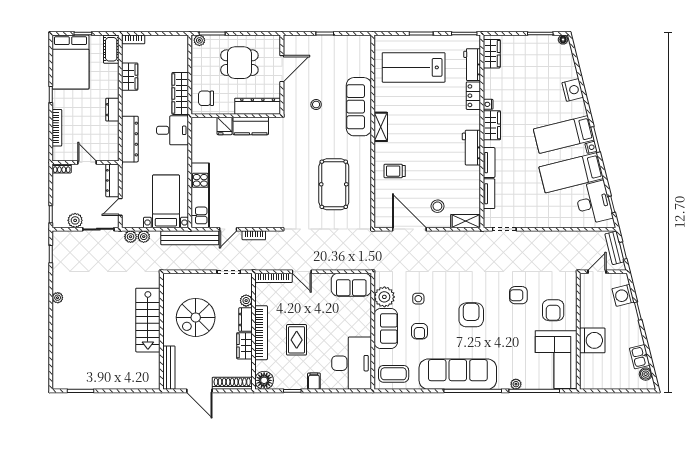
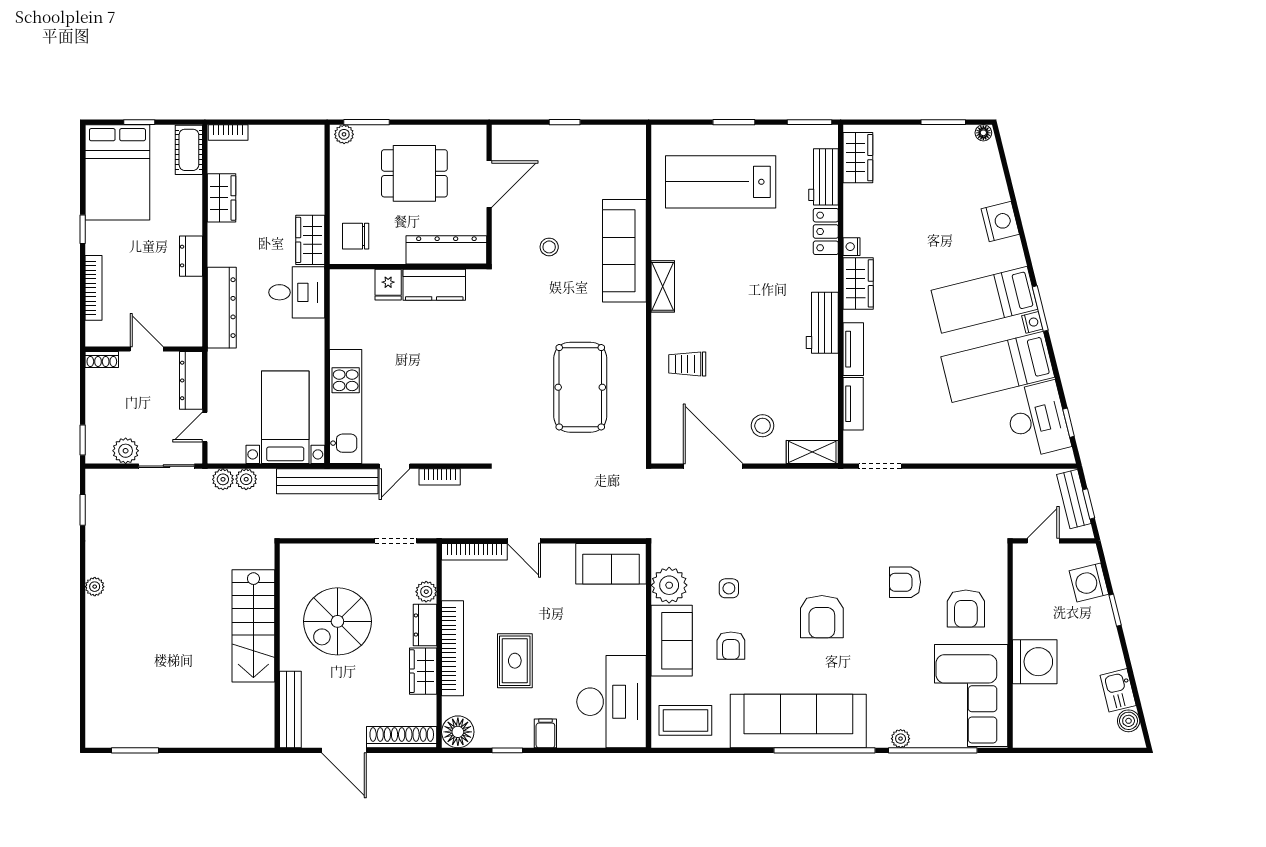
wardrobe: (180, 93) -> (310, 240), width x0.67
armchair: (471, 315) -> (822, 617), turned 180

